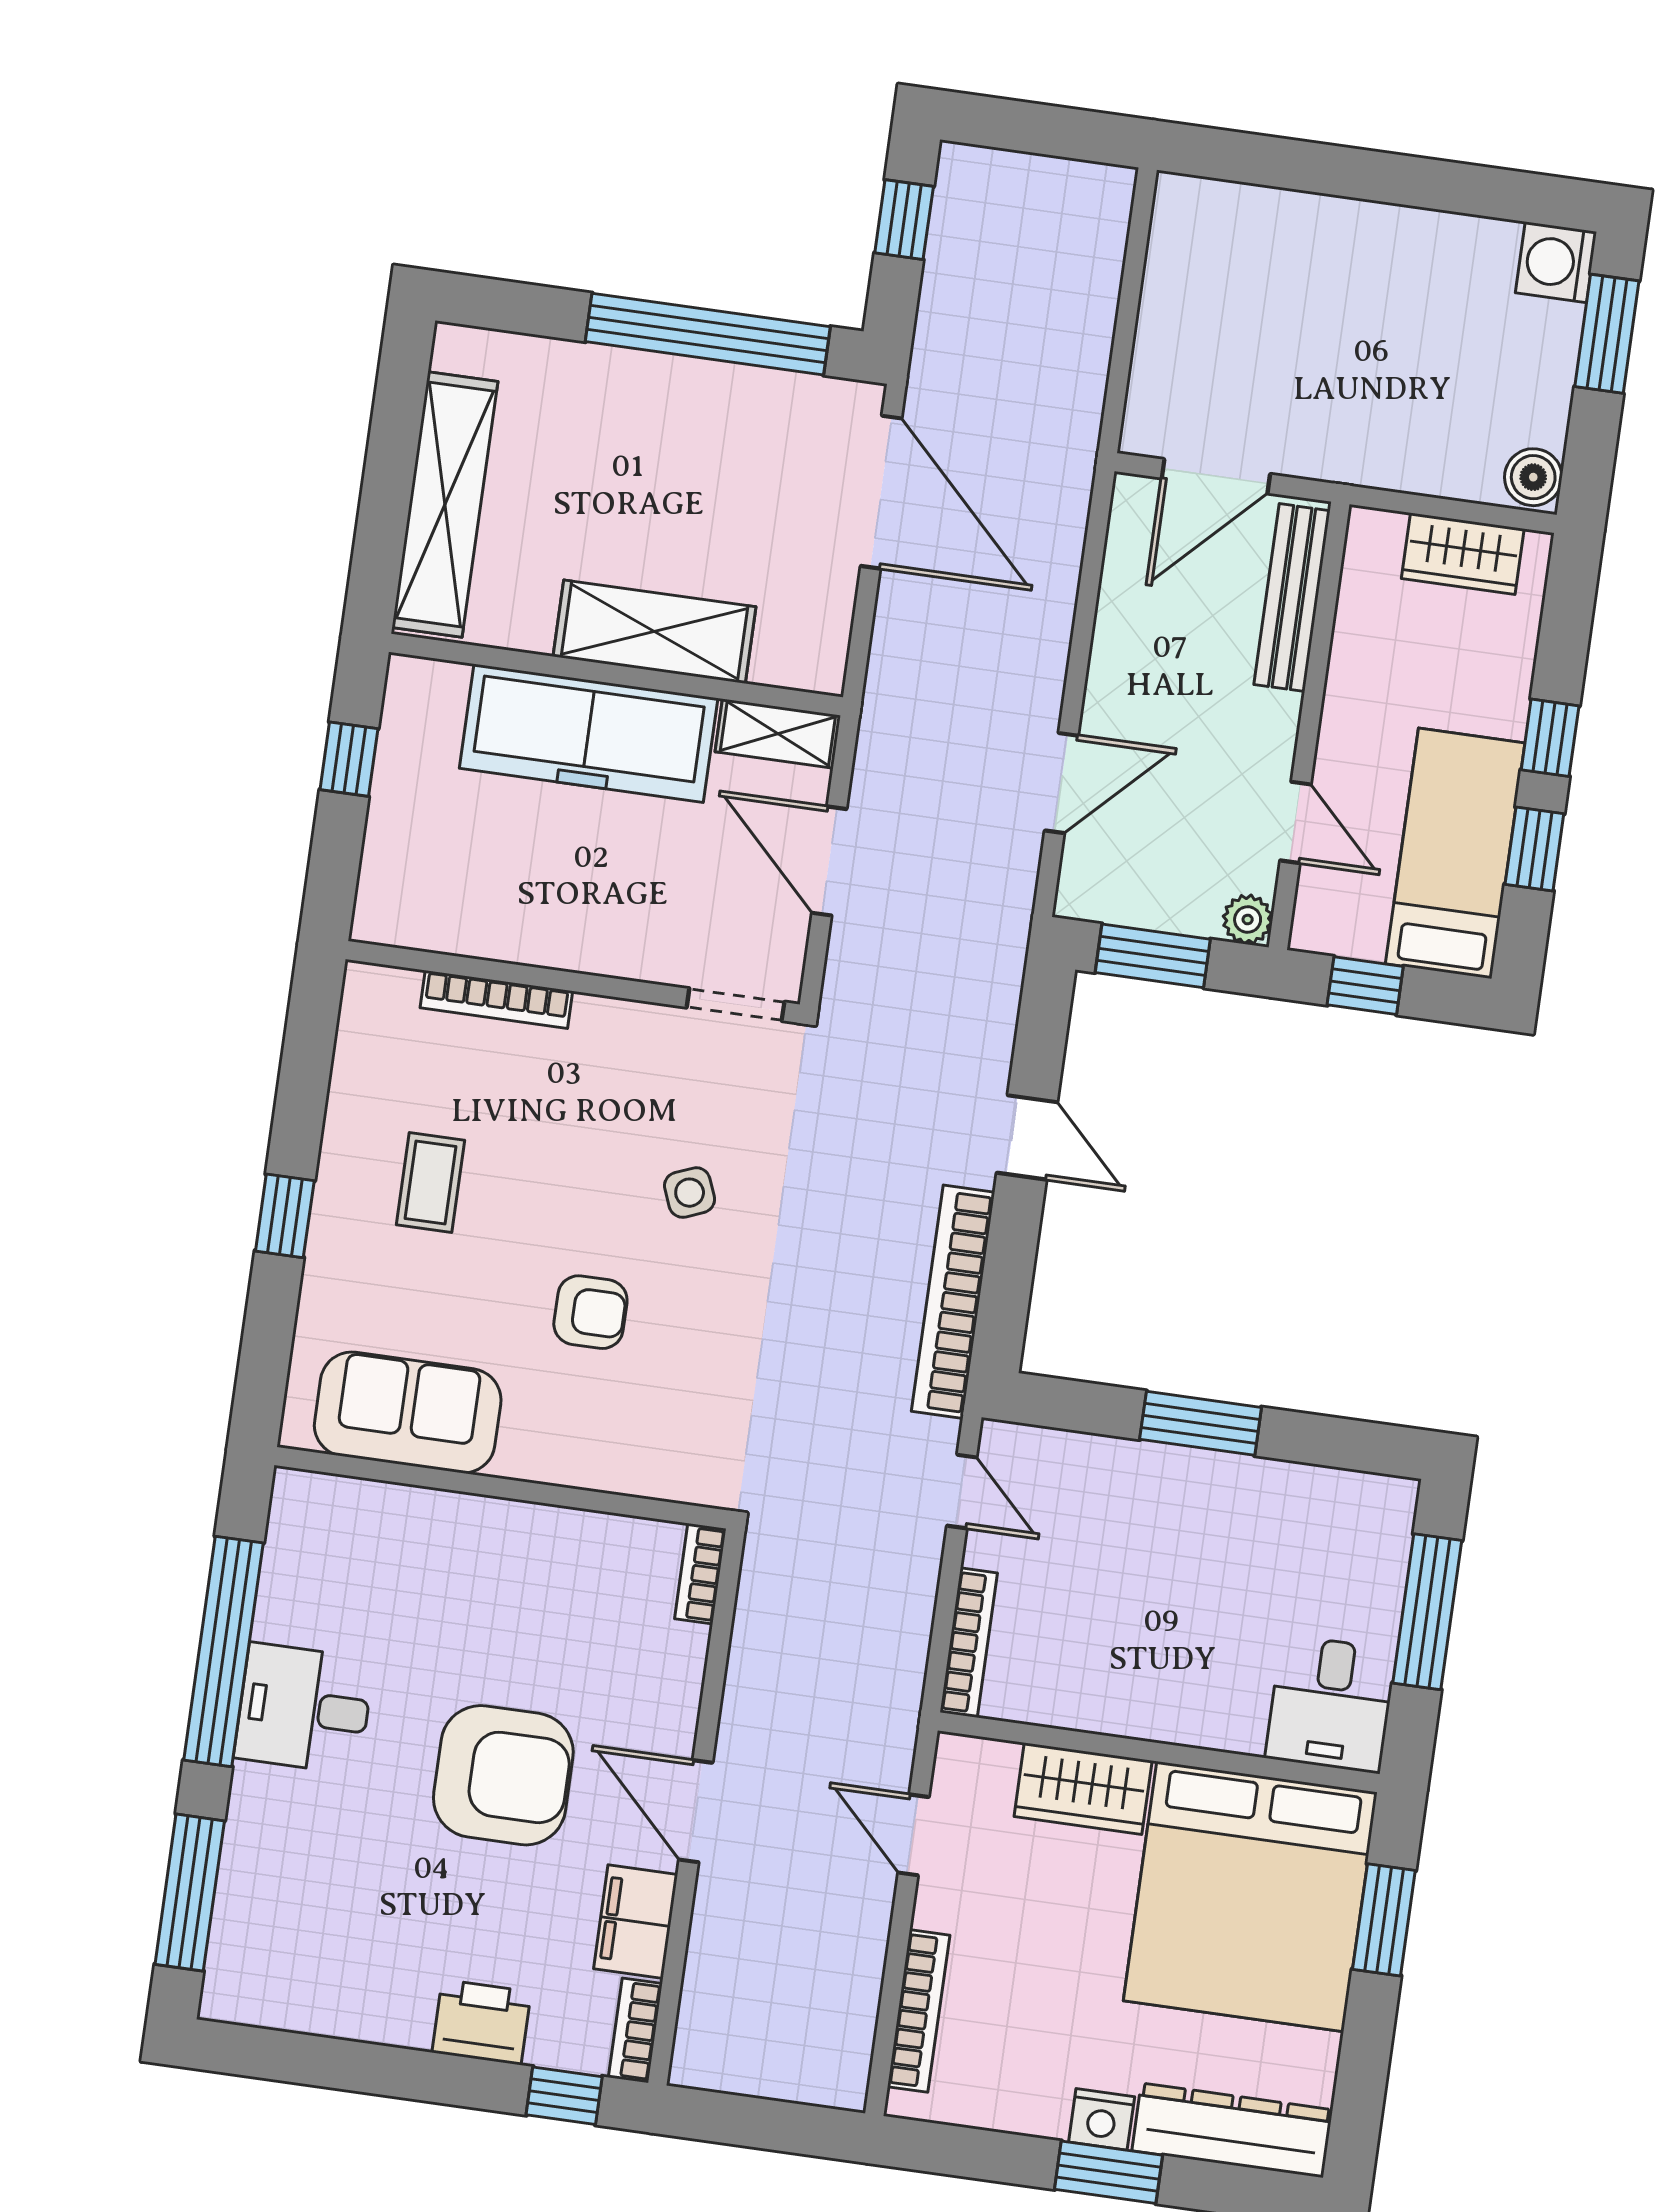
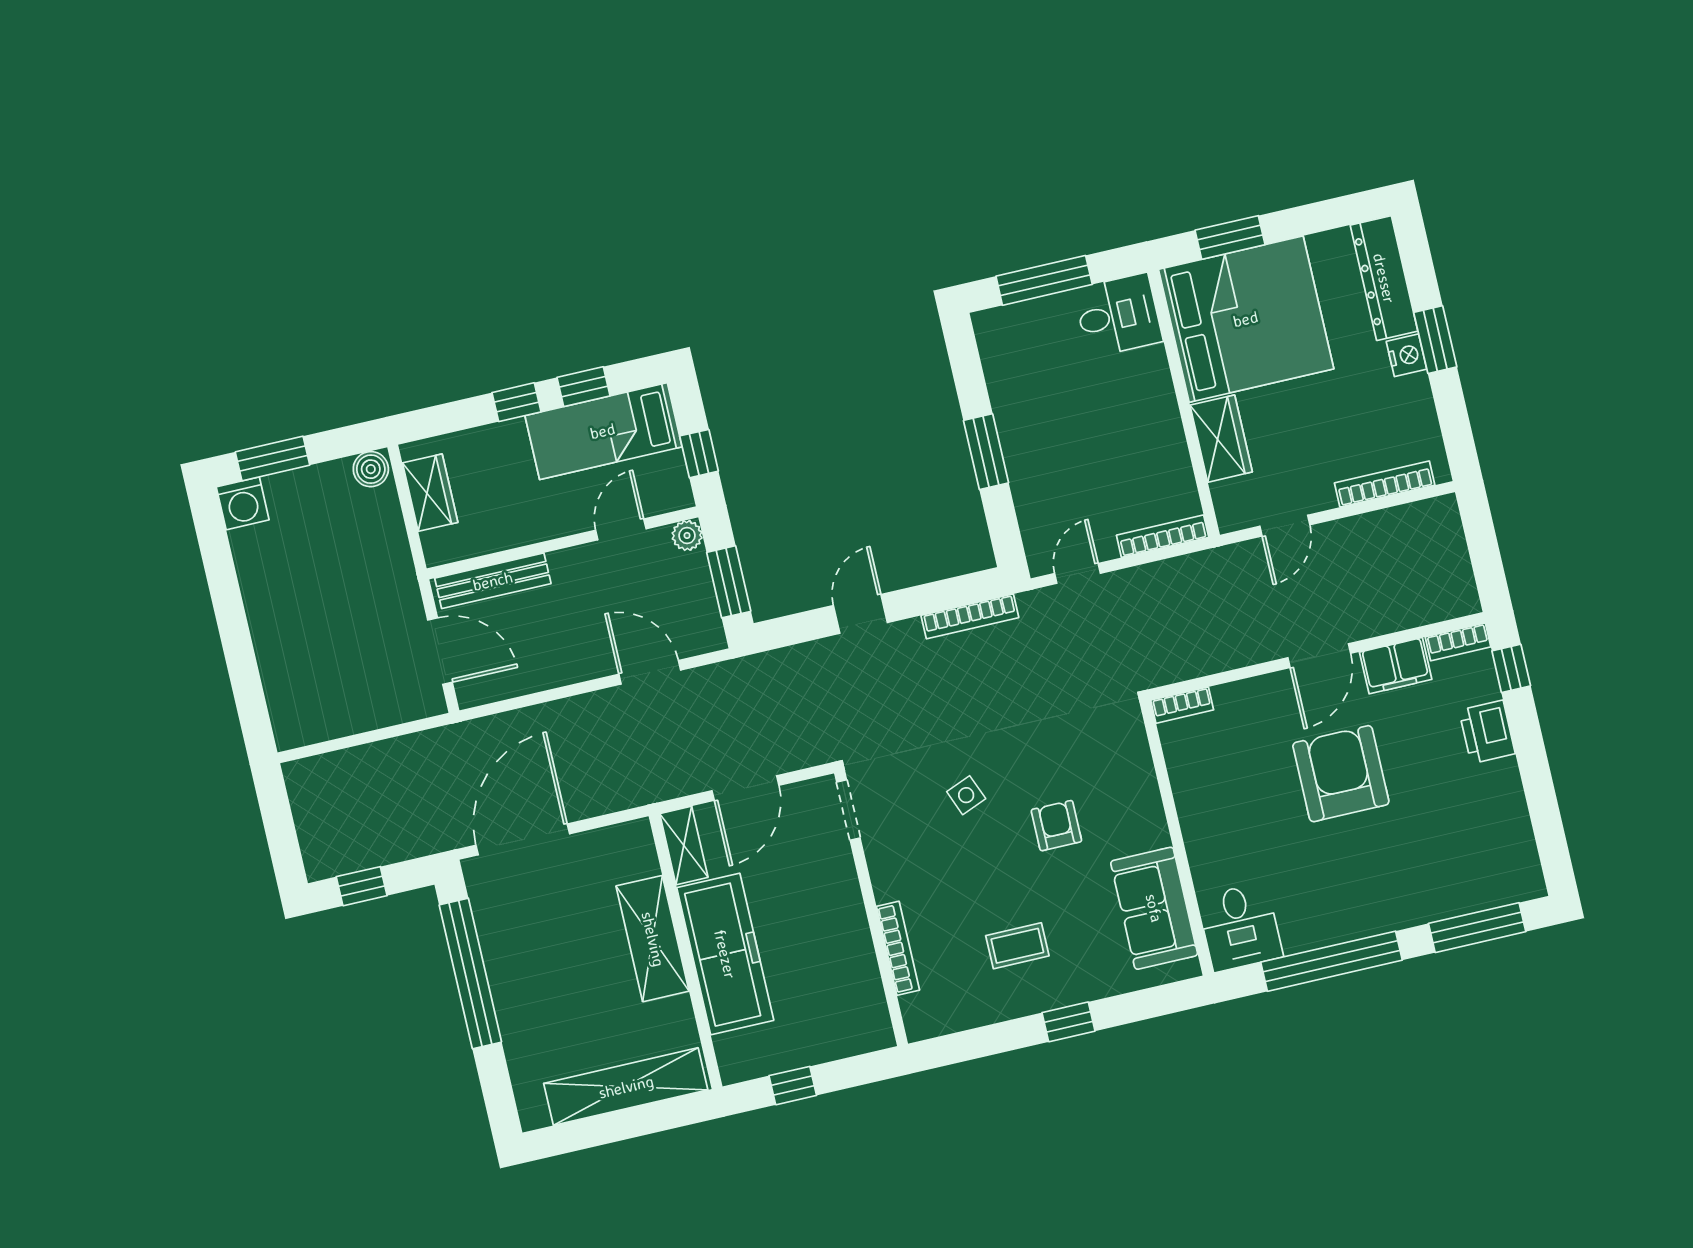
bookcase: (953, 1302) -> (970, 616), width x0.68, depth x0.76
desk: (304, 1708) -> (1240, 927), moved

